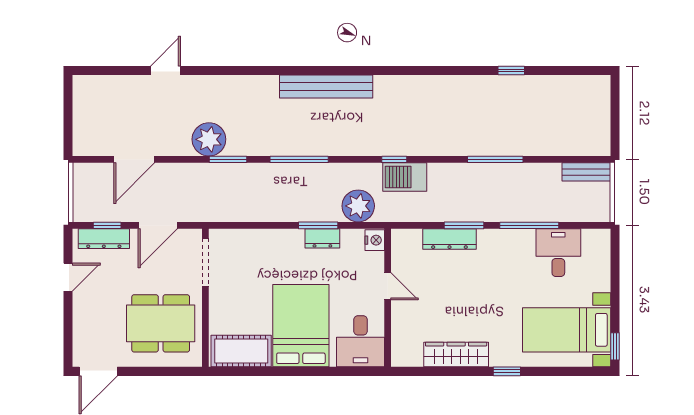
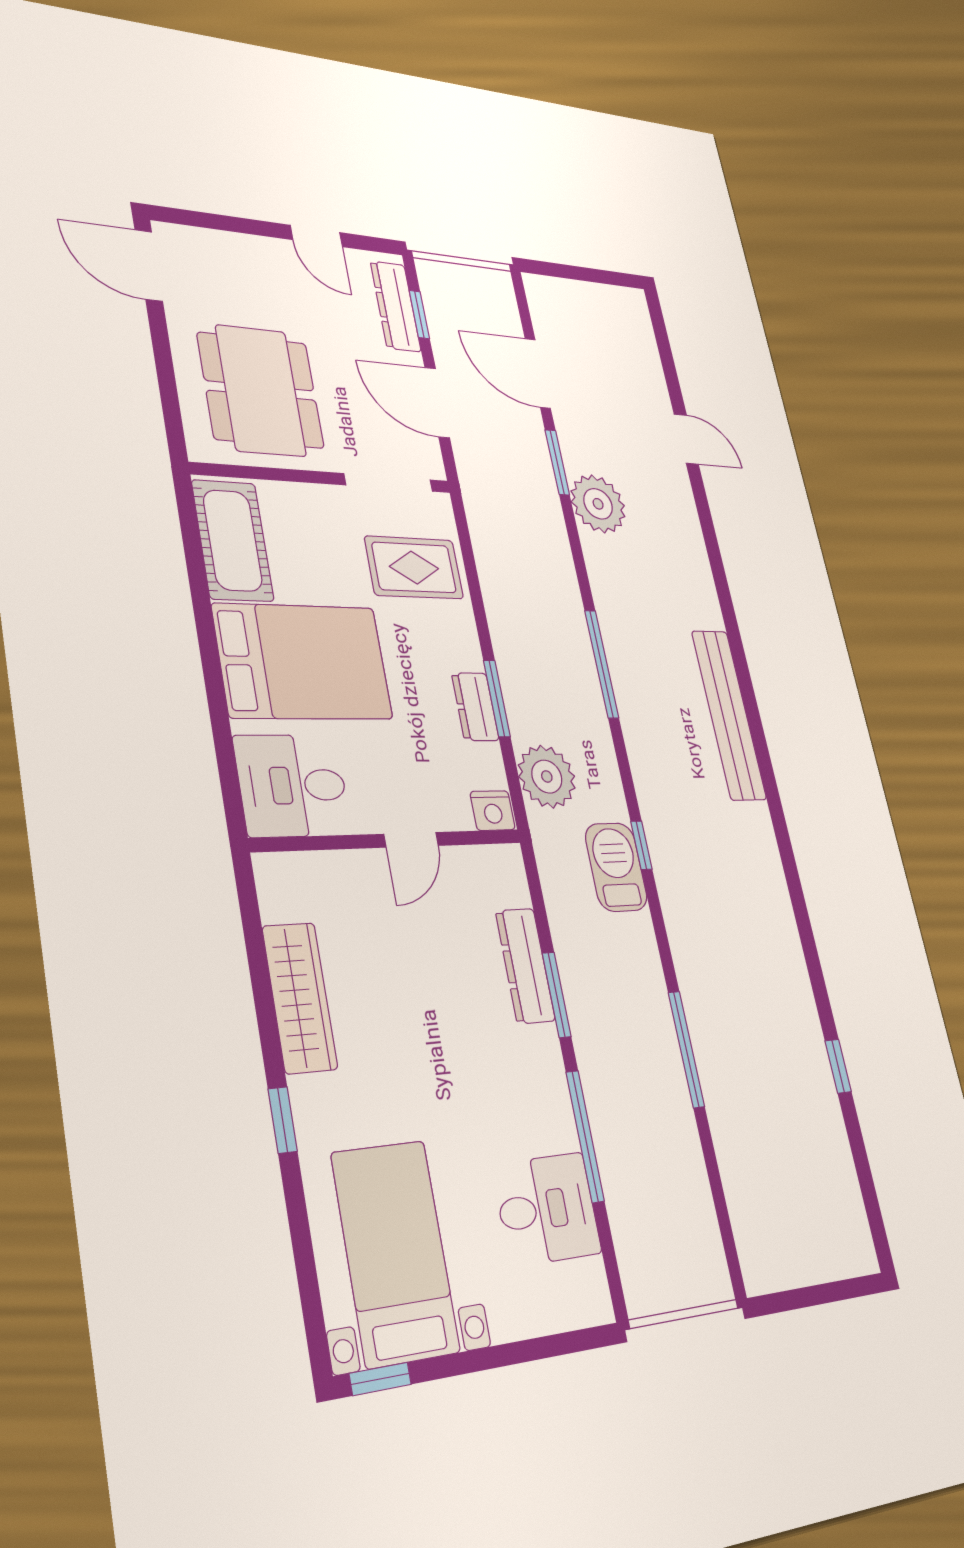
window: (228, 159) -> (557, 462), moved
bench: (586, 172) -> (708, 1249), removed
rug: (251, 257) -> (414, 568), added

